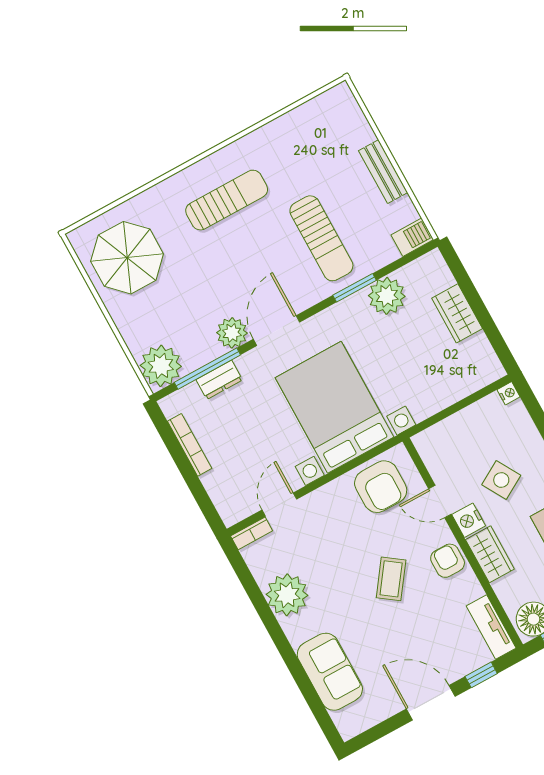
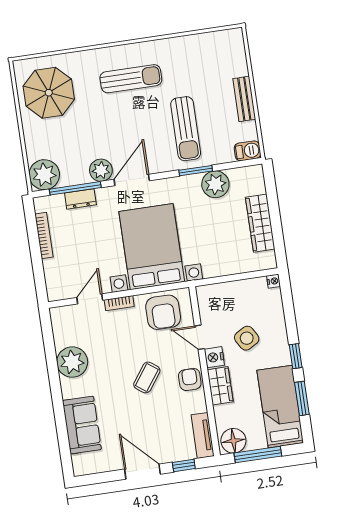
wardrobe: (457, 313) -> (260, 223), width x1.50
bookcase: (252, 533) -> (119, 303), moved

